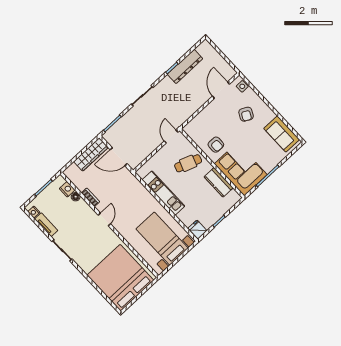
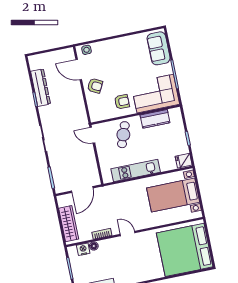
armchair: (246, 114) -> (95, 86), moved
sofa: (282, 134) -> (159, 48), moved, turned 90
wardrobe: (91, 154) -> (69, 224), moved

